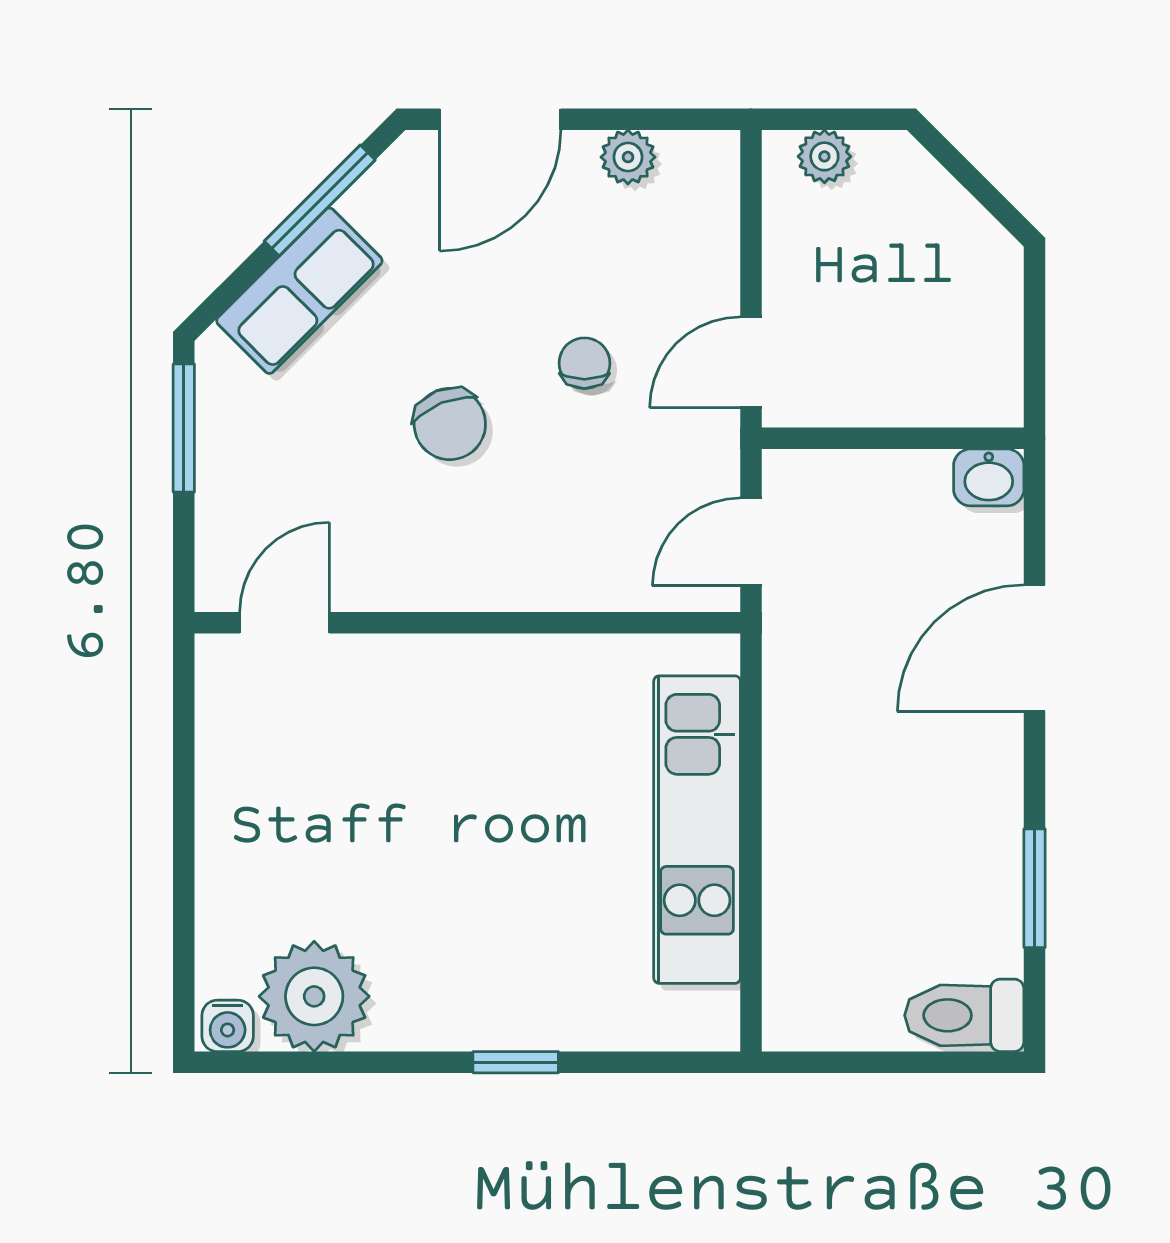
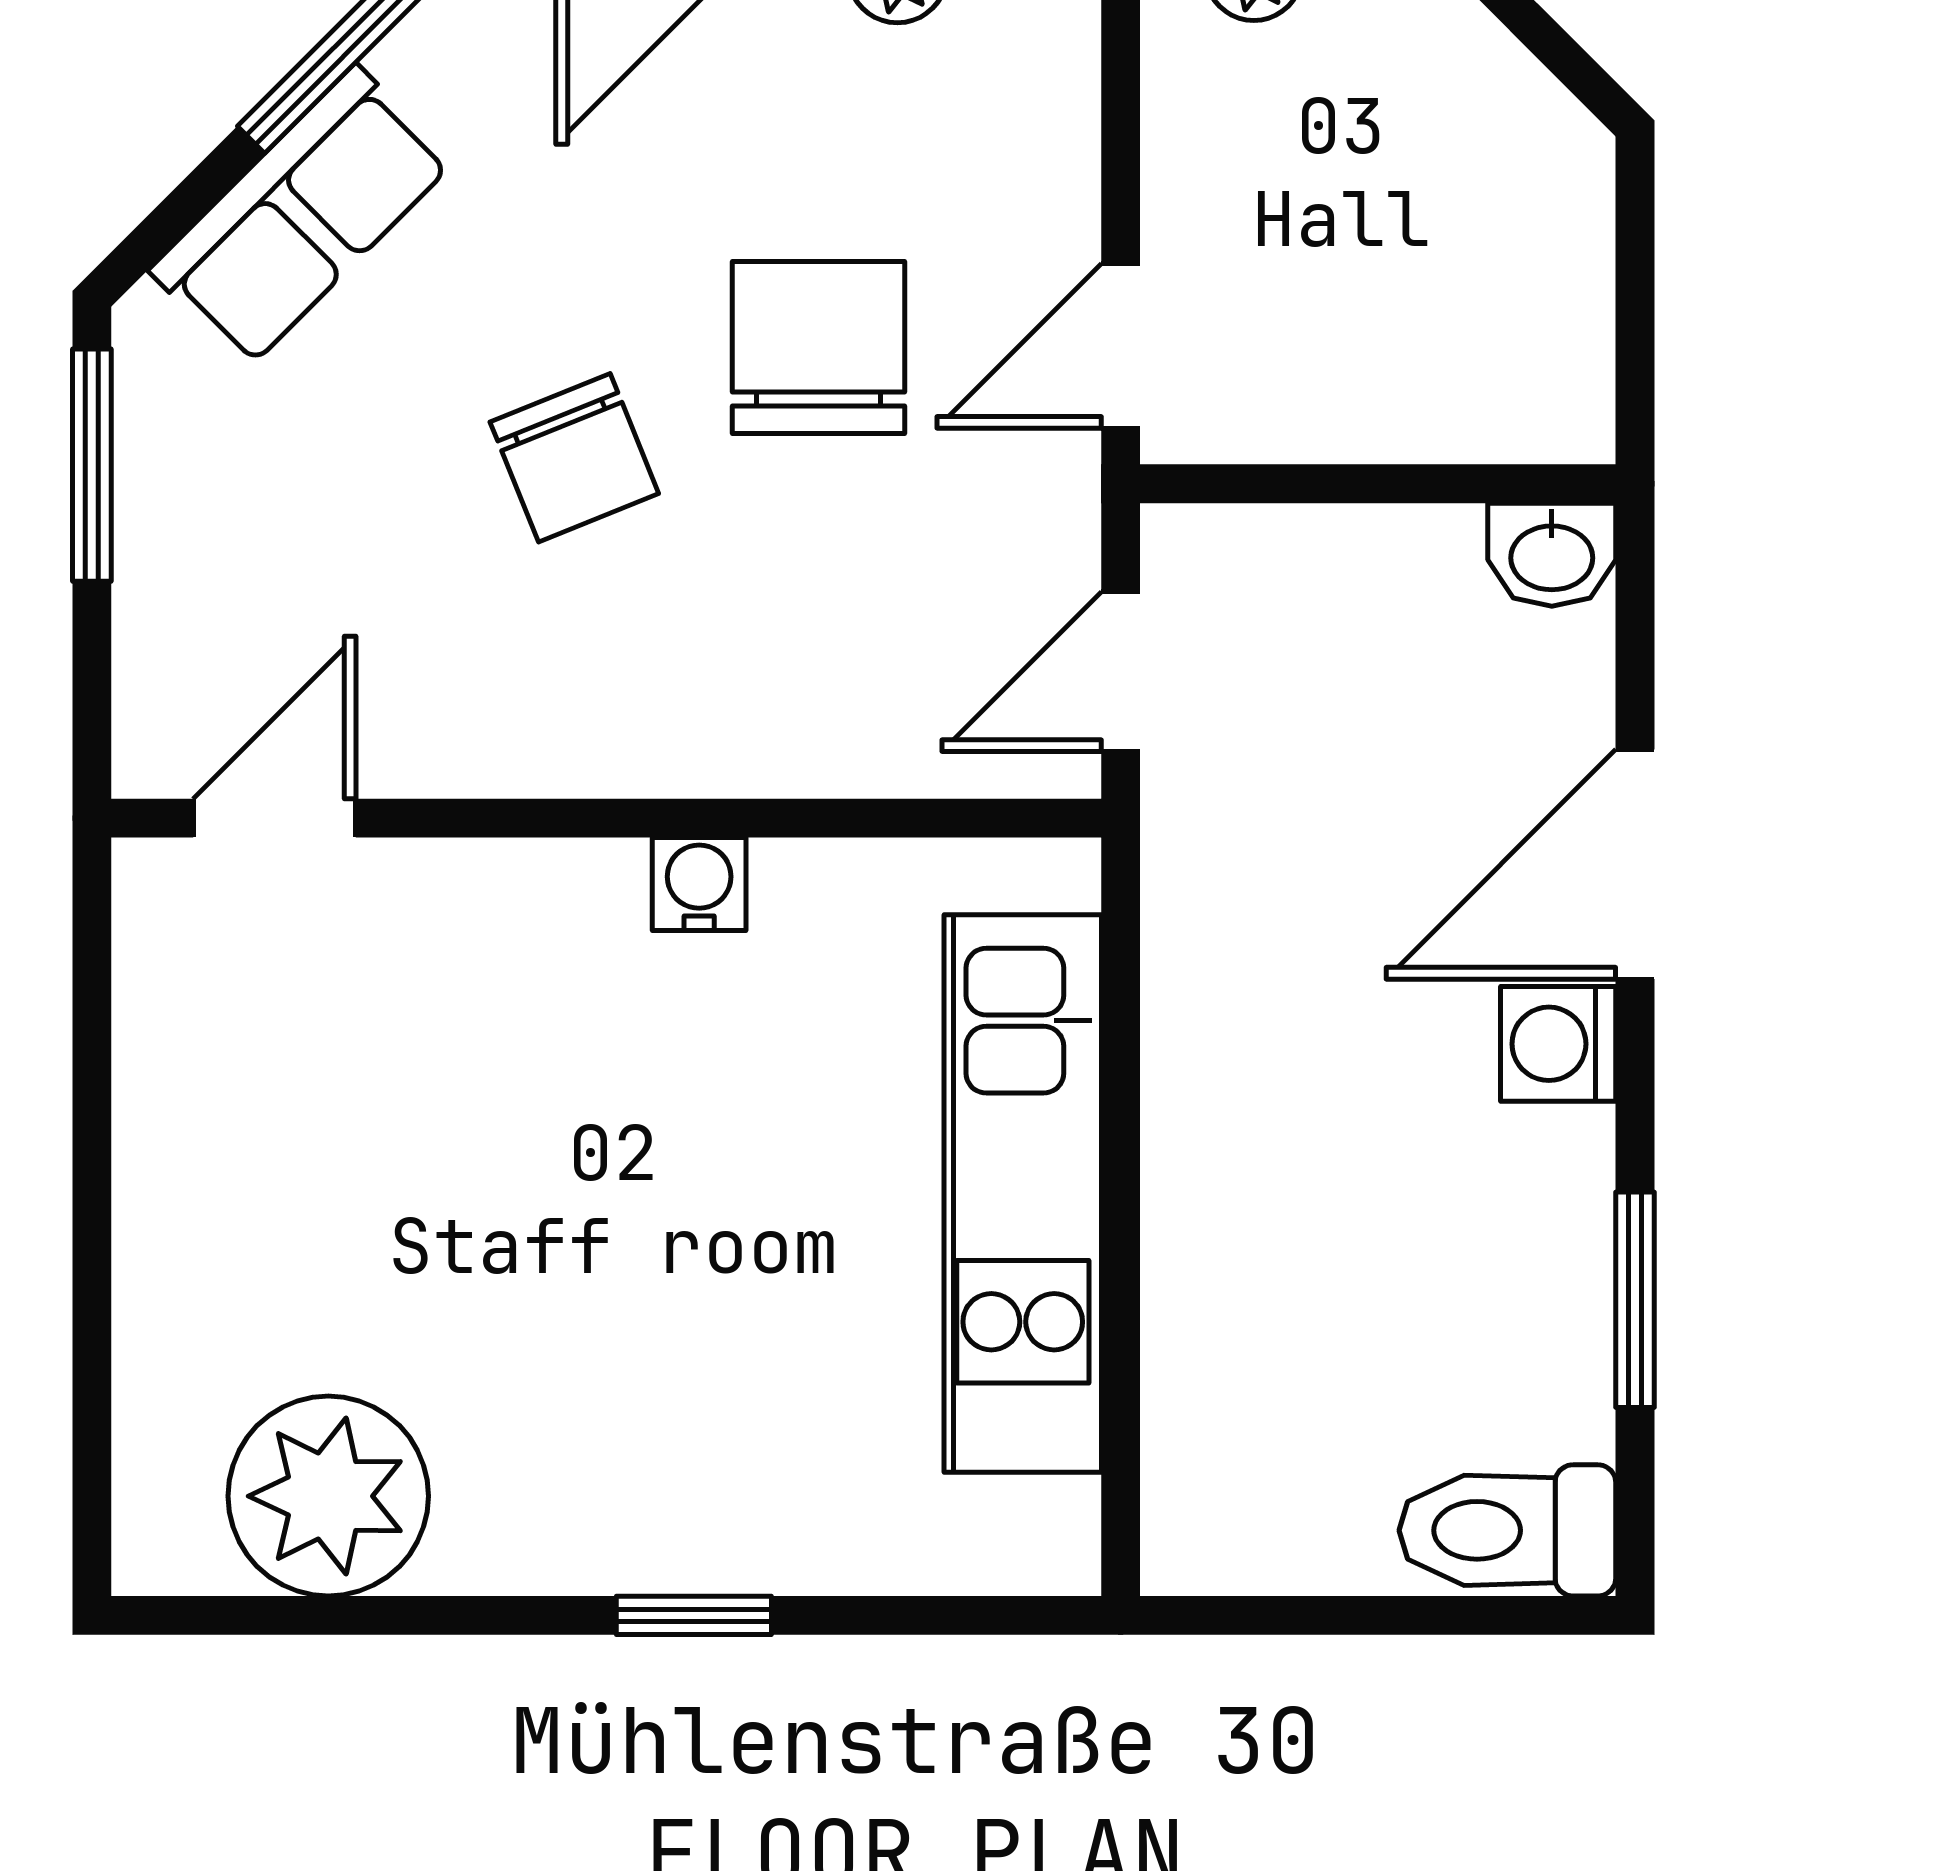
chair: (584, 363) -> (818, 348), width x1.87, depth x1.87
washing machine: (992, 747) -> (1558, 1044), added
water cooler: (228, 1026) -> (699, 884), moved, turned 180

